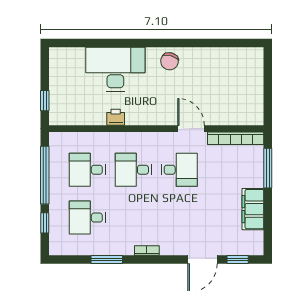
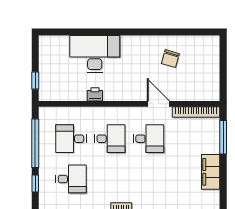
chair: (170, 61) -> (170, 59), moved
desk: (133, 170) -> (110, 139), turned 180
desk: (87, 218) -> (71, 179), turned 180

